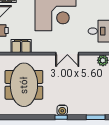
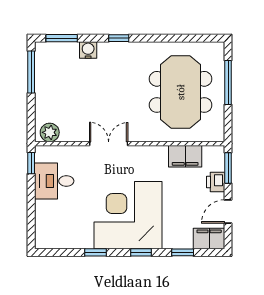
water cooler: (62, 110) -> (88, 50), moved

